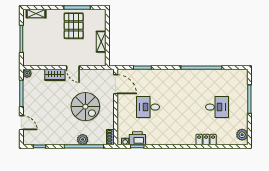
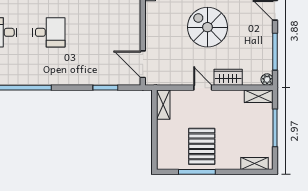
shelving: (101, 42) -> (163, 105), moved
shelving: (33, 62) -> (259, 96), added
spiral stairs: (85, 107) -> (208, 27), moved
desk: (148, 107) -> (49, 32), moved

